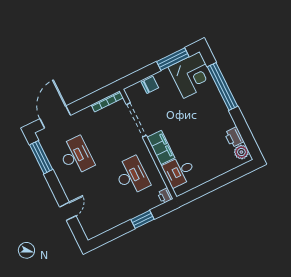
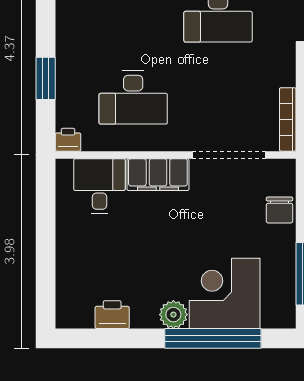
corner desk: (192, 75) -> (225, 293), moved, turned 90
plant: (241, 152) -> (173, 315), moved

